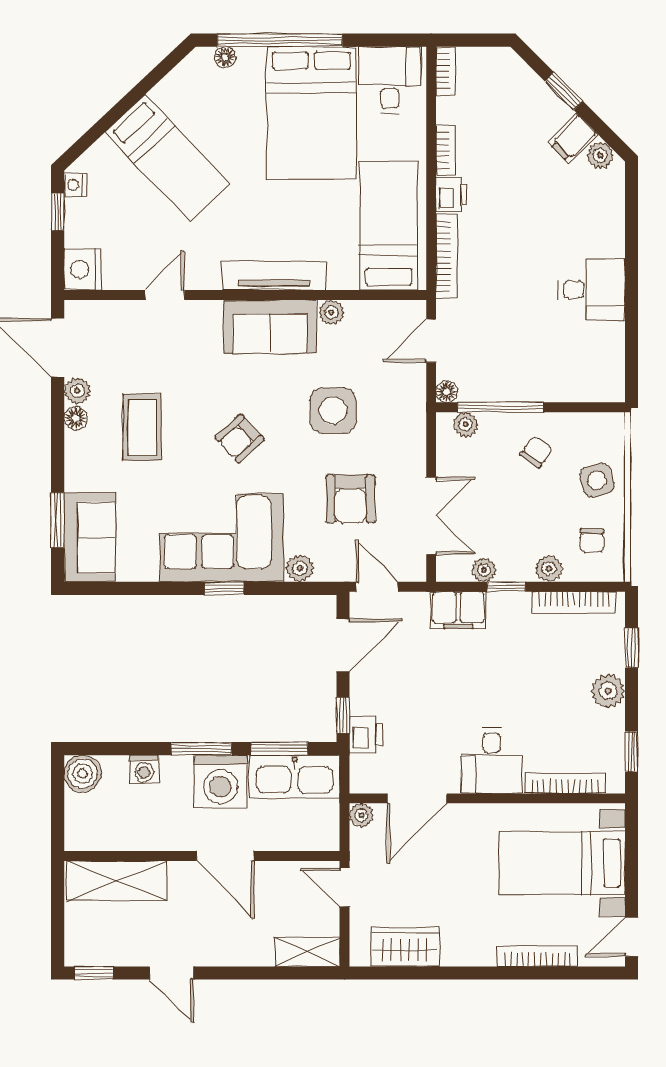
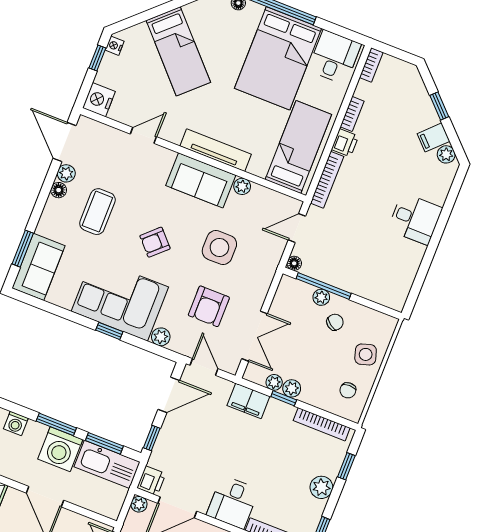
desk: (592, 290) -> (415, 219), moved
plant: (466, 424) -> (321, 297), moved
plant: (549, 569) -> (292, 388), moved
printer: (366, 734) -> (151, 481), moved

